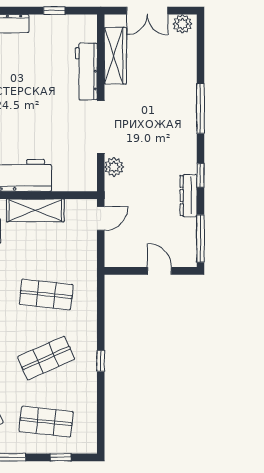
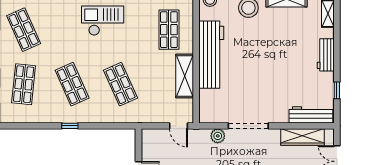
workbench: (86, 71) -> (311, 115), moved
shop shelf: (46, 294) -> (120, 84), turned -30

